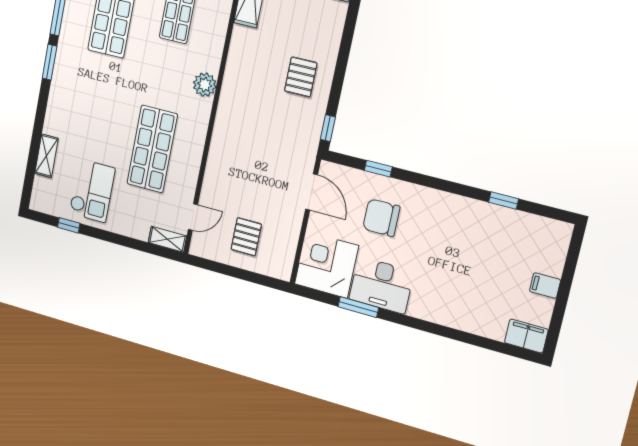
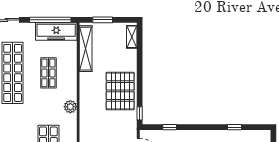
pallet: (301, 77) -> (120, 91), width x2.05, depth x2.00

